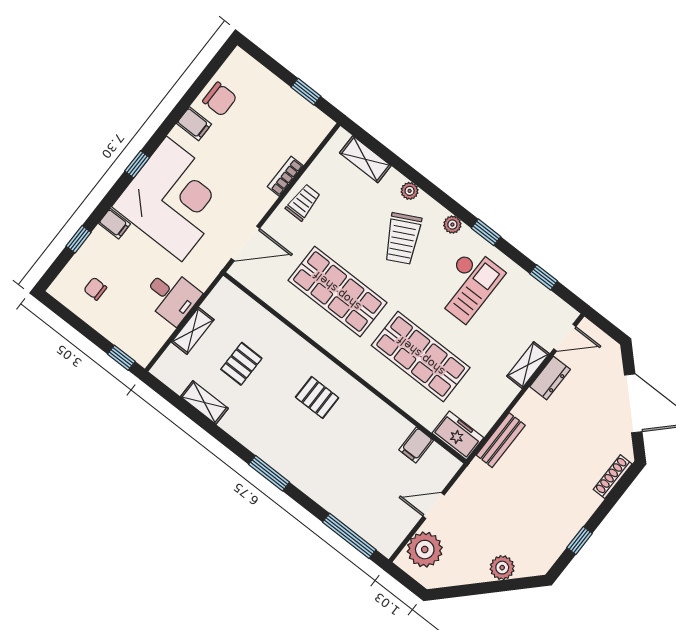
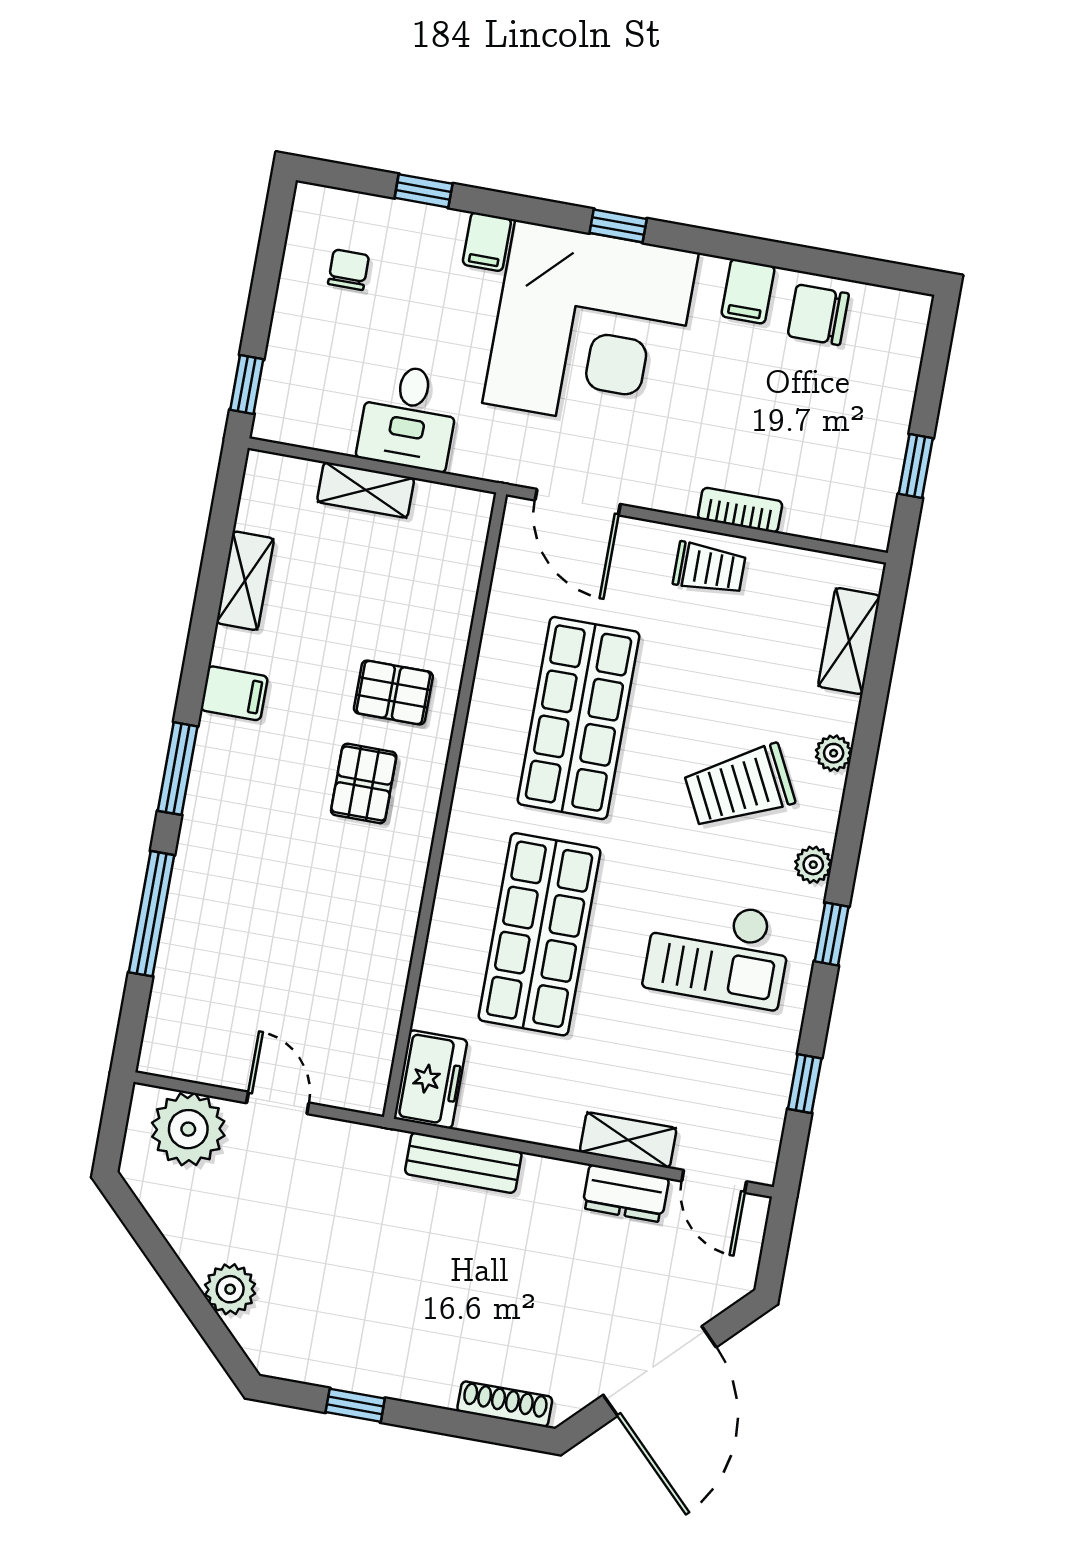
chair: (220, 99) -> (818, 315), turned 90
pallet: (241, 364) -> (393, 692), moved
filing cabinet: (416, 445) -> (234, 693), moved, turned 180
window: (349, 536) -> (152, 914), moved

